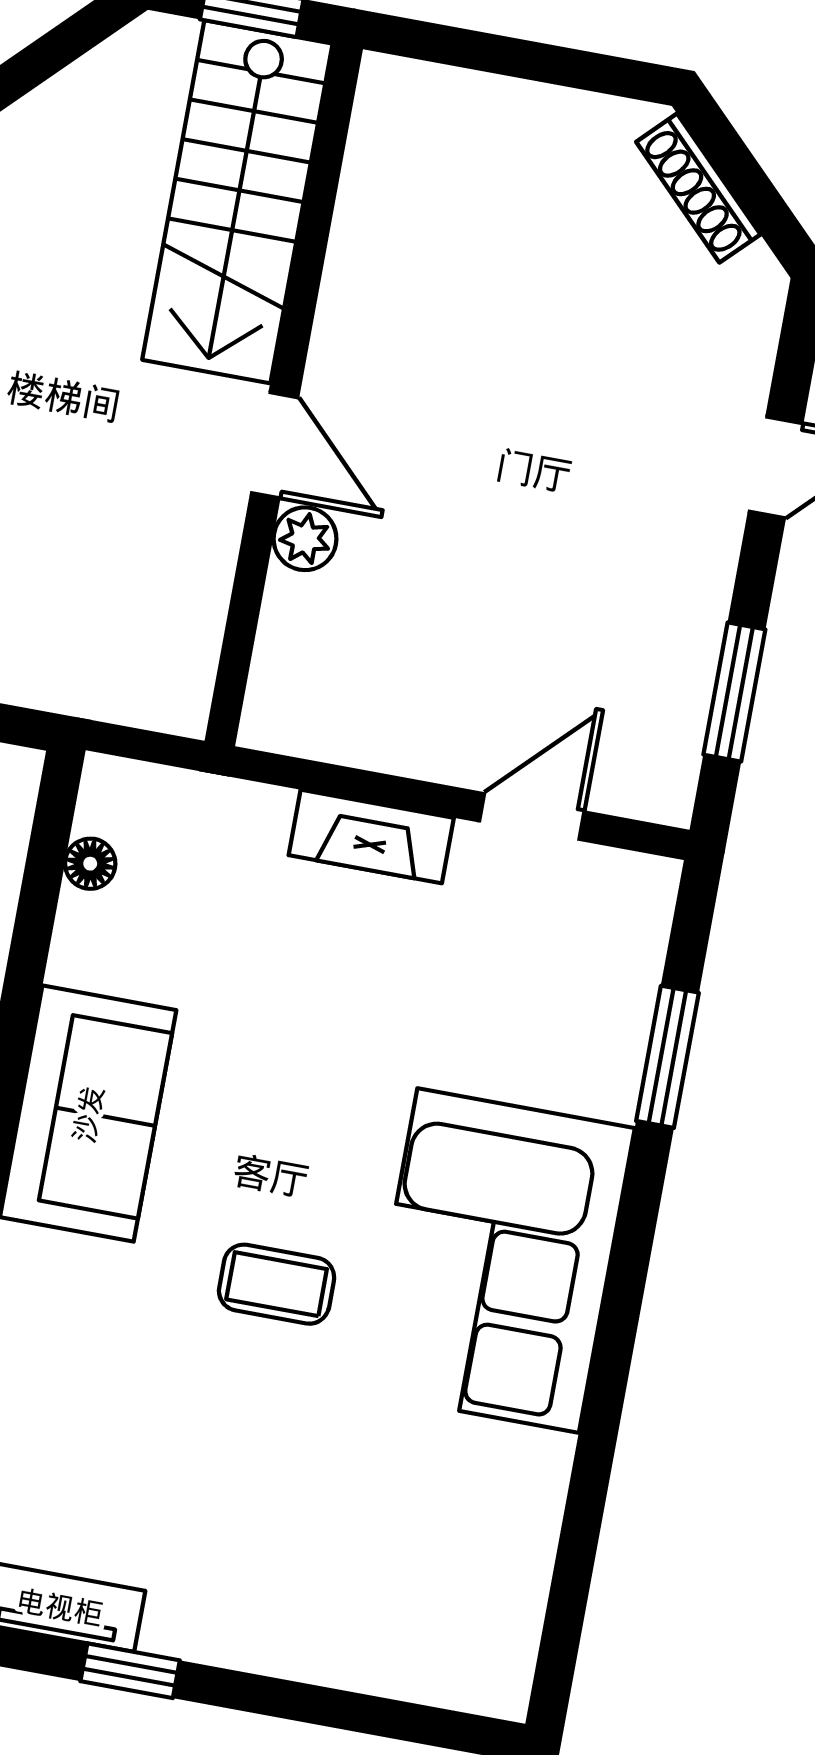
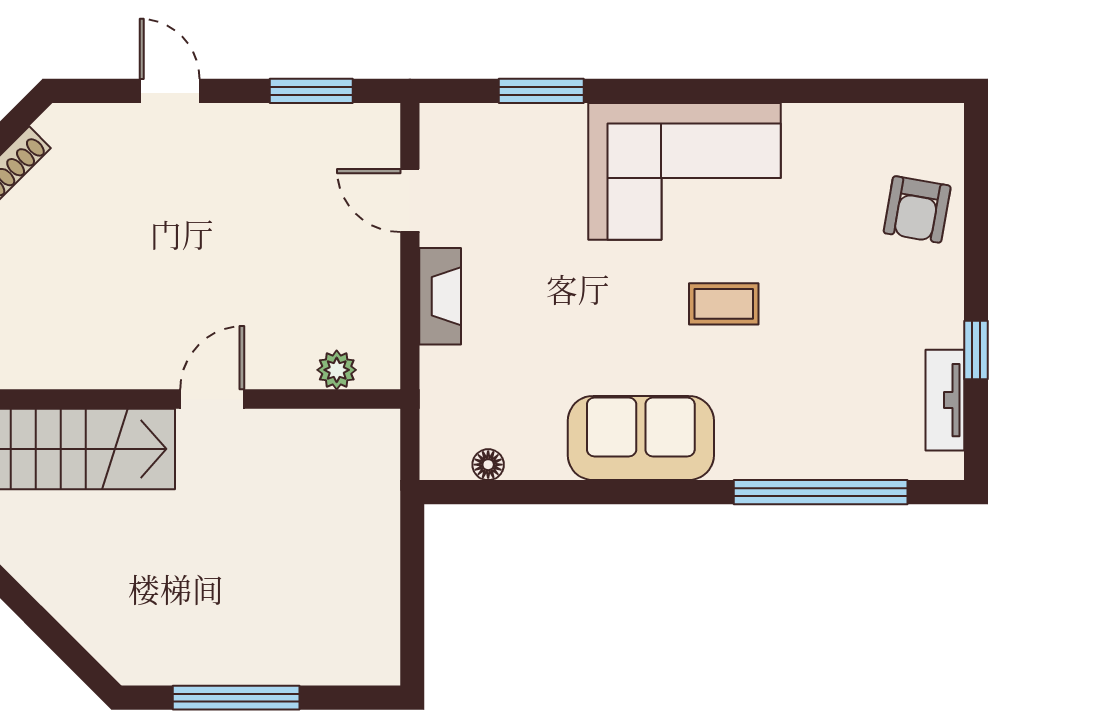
plant: (305, 539) -> (337, 370), moved
coffee table: (277, 1284) -> (724, 304), turned 90
armchair: (370, 1618) -> (917, 209), added

